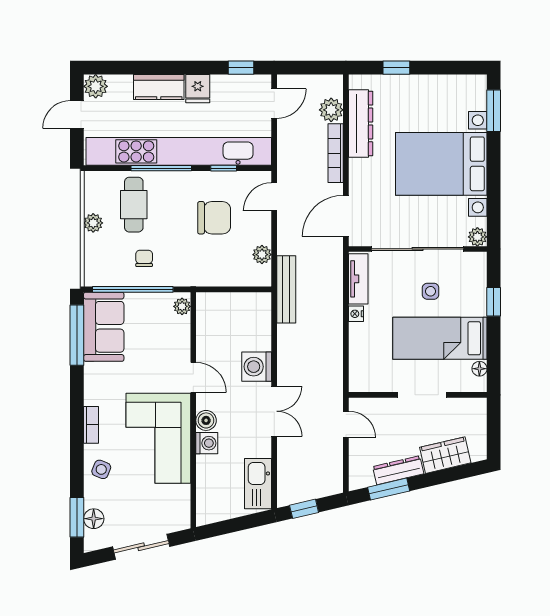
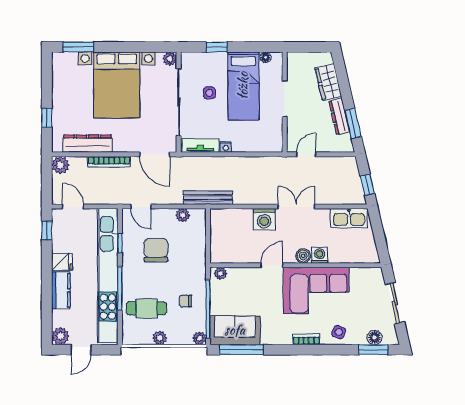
plant: (331, 110) -> (60, 165), moved
door: (77, 114) -> (81, 350), hinge flipped
plant: (93, 278) -> (199, 338), added

